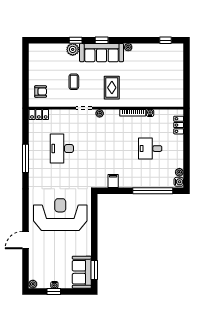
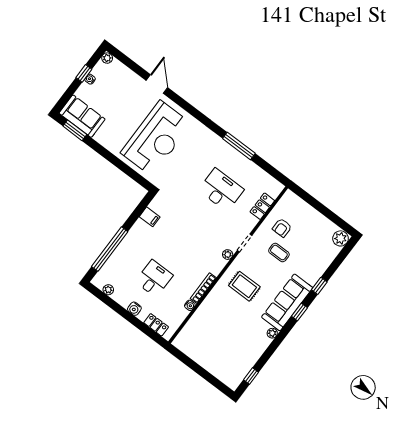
plant: (73, 49) -> (341, 238), moved
armchair: (41, 92) -> (282, 228), moved
locker: (39, 115) -> (262, 206), moved
water cooler: (179, 182) -> (134, 309), moved

